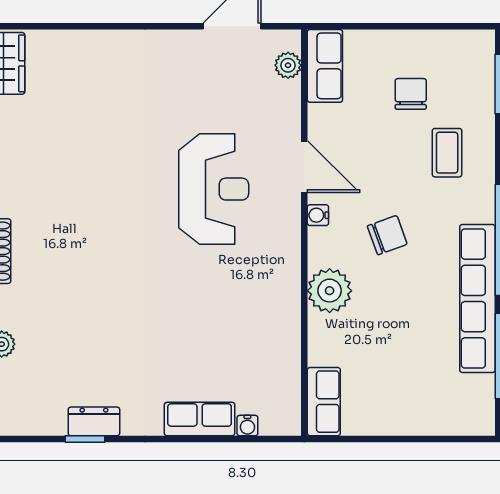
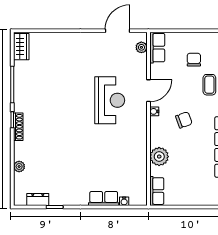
door: (304, 167) -> (148, 91), hinge flipped
plant: (330, 291) -> (159, 157), moved
dresser: (94, 421) -> (38, 200), moved

